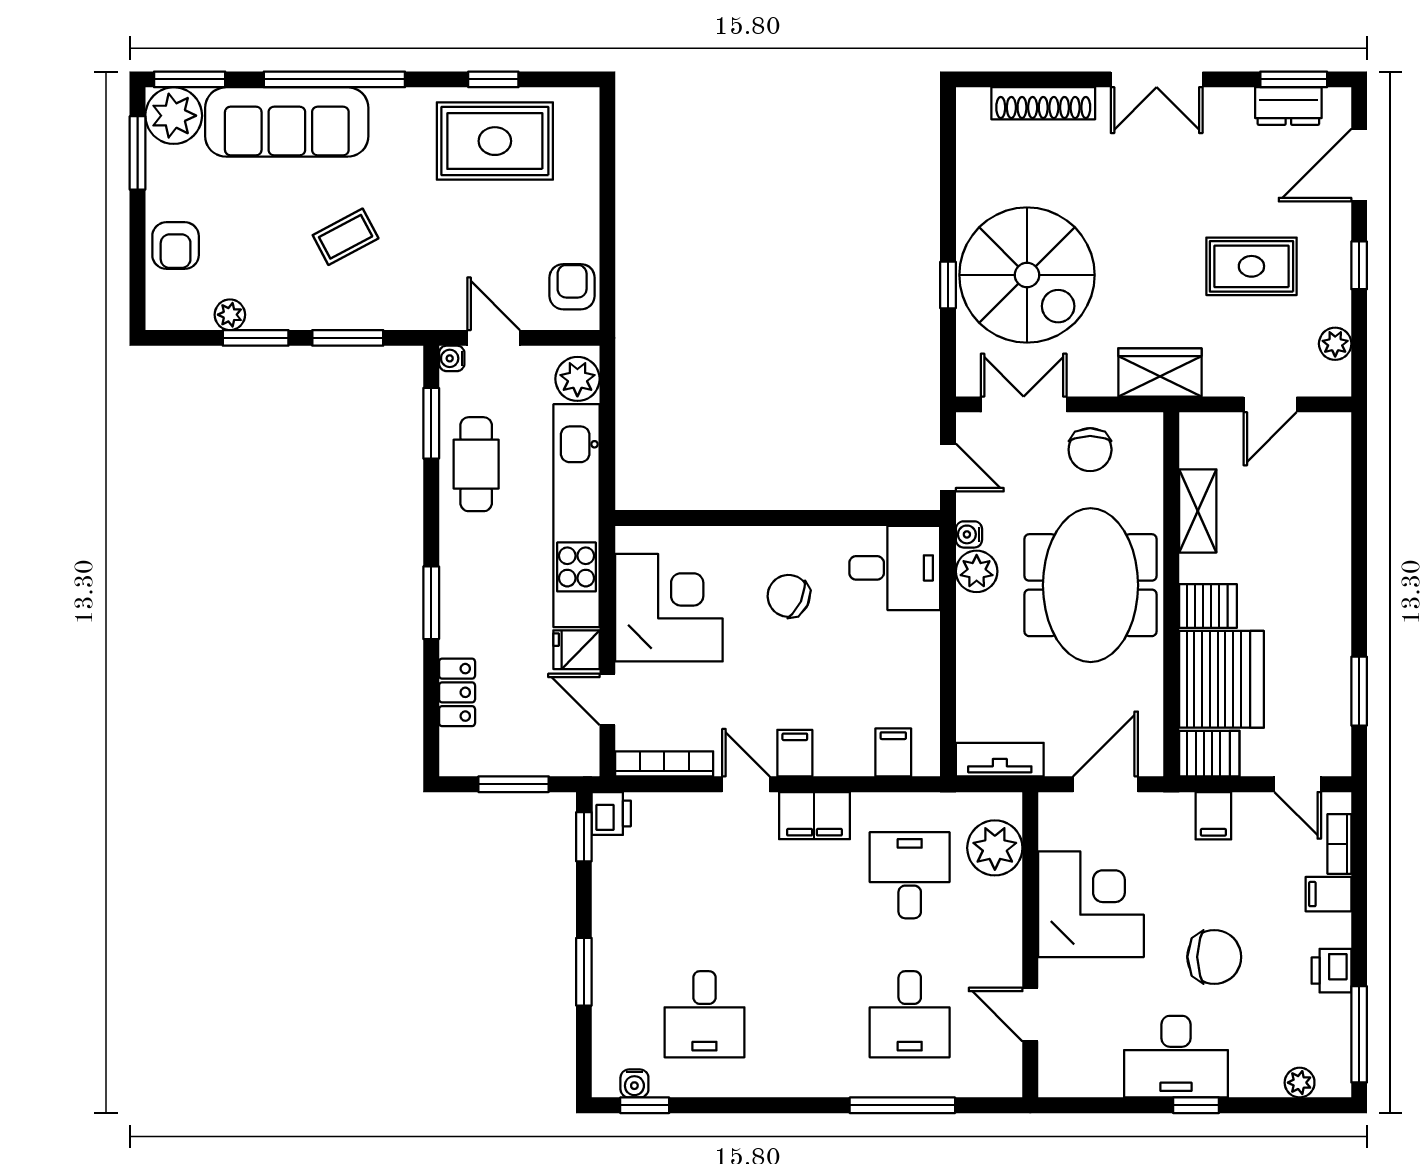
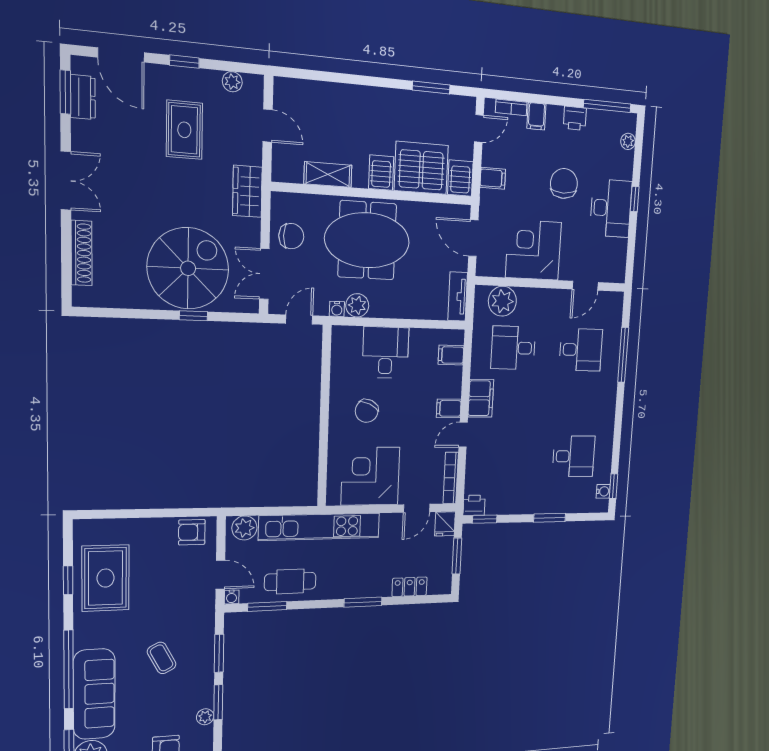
door: (494, 338) -> (220, 575), swing flipped
desk: (895, 568) -> (386, 352), moved
fridge: (576, 650) -> (445, 524), moved

